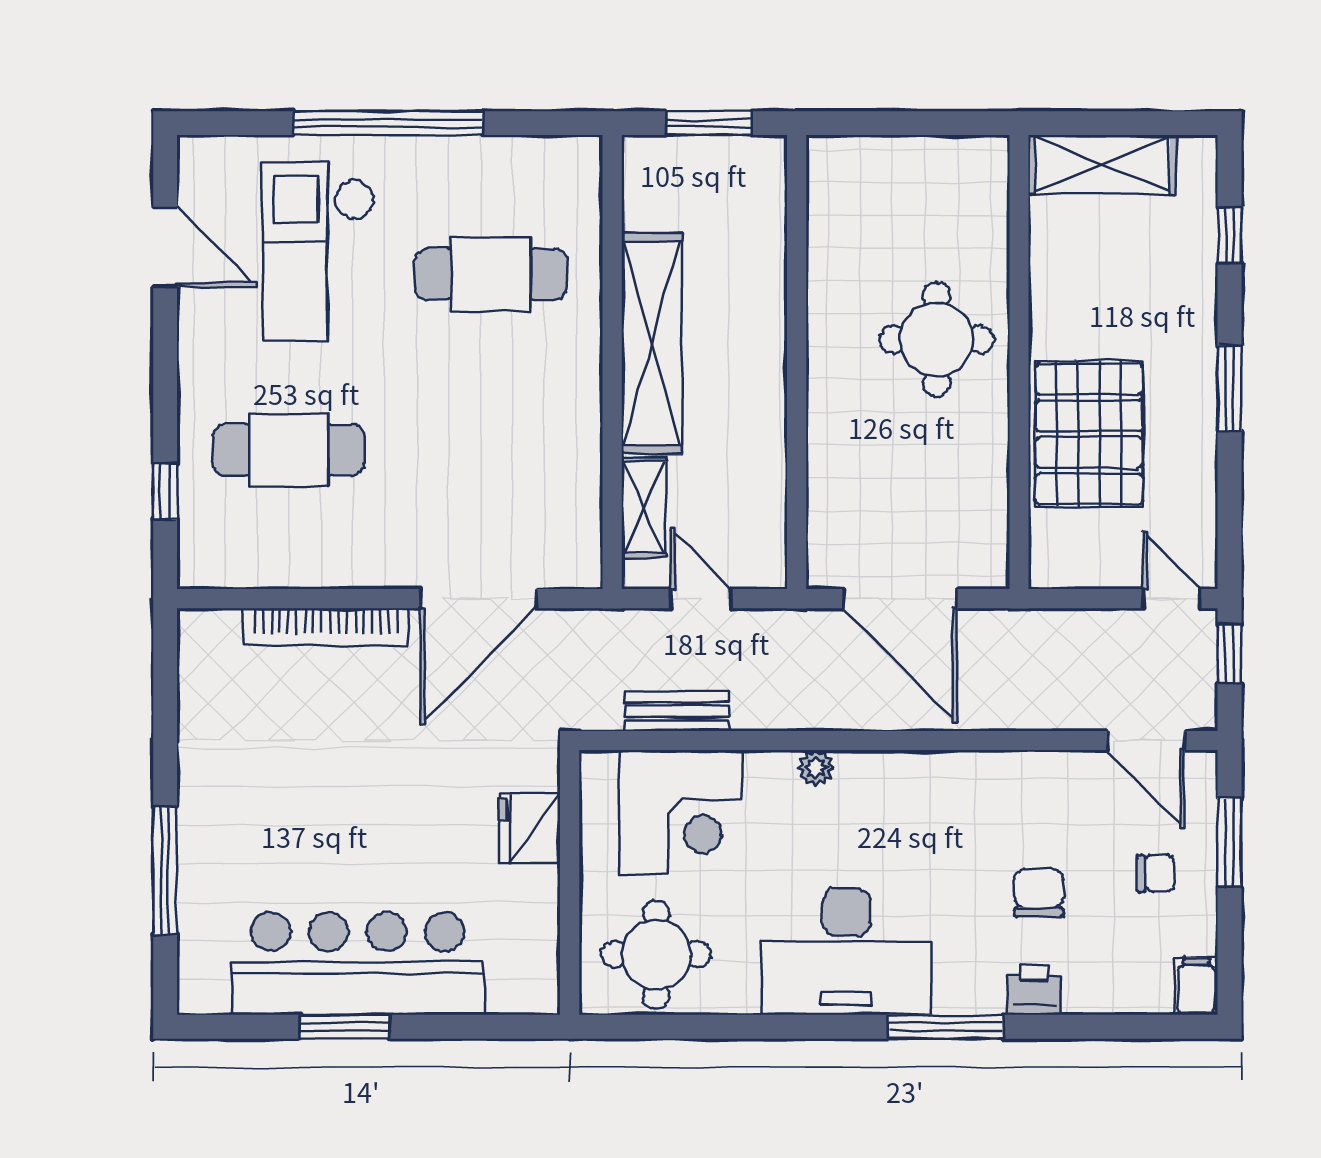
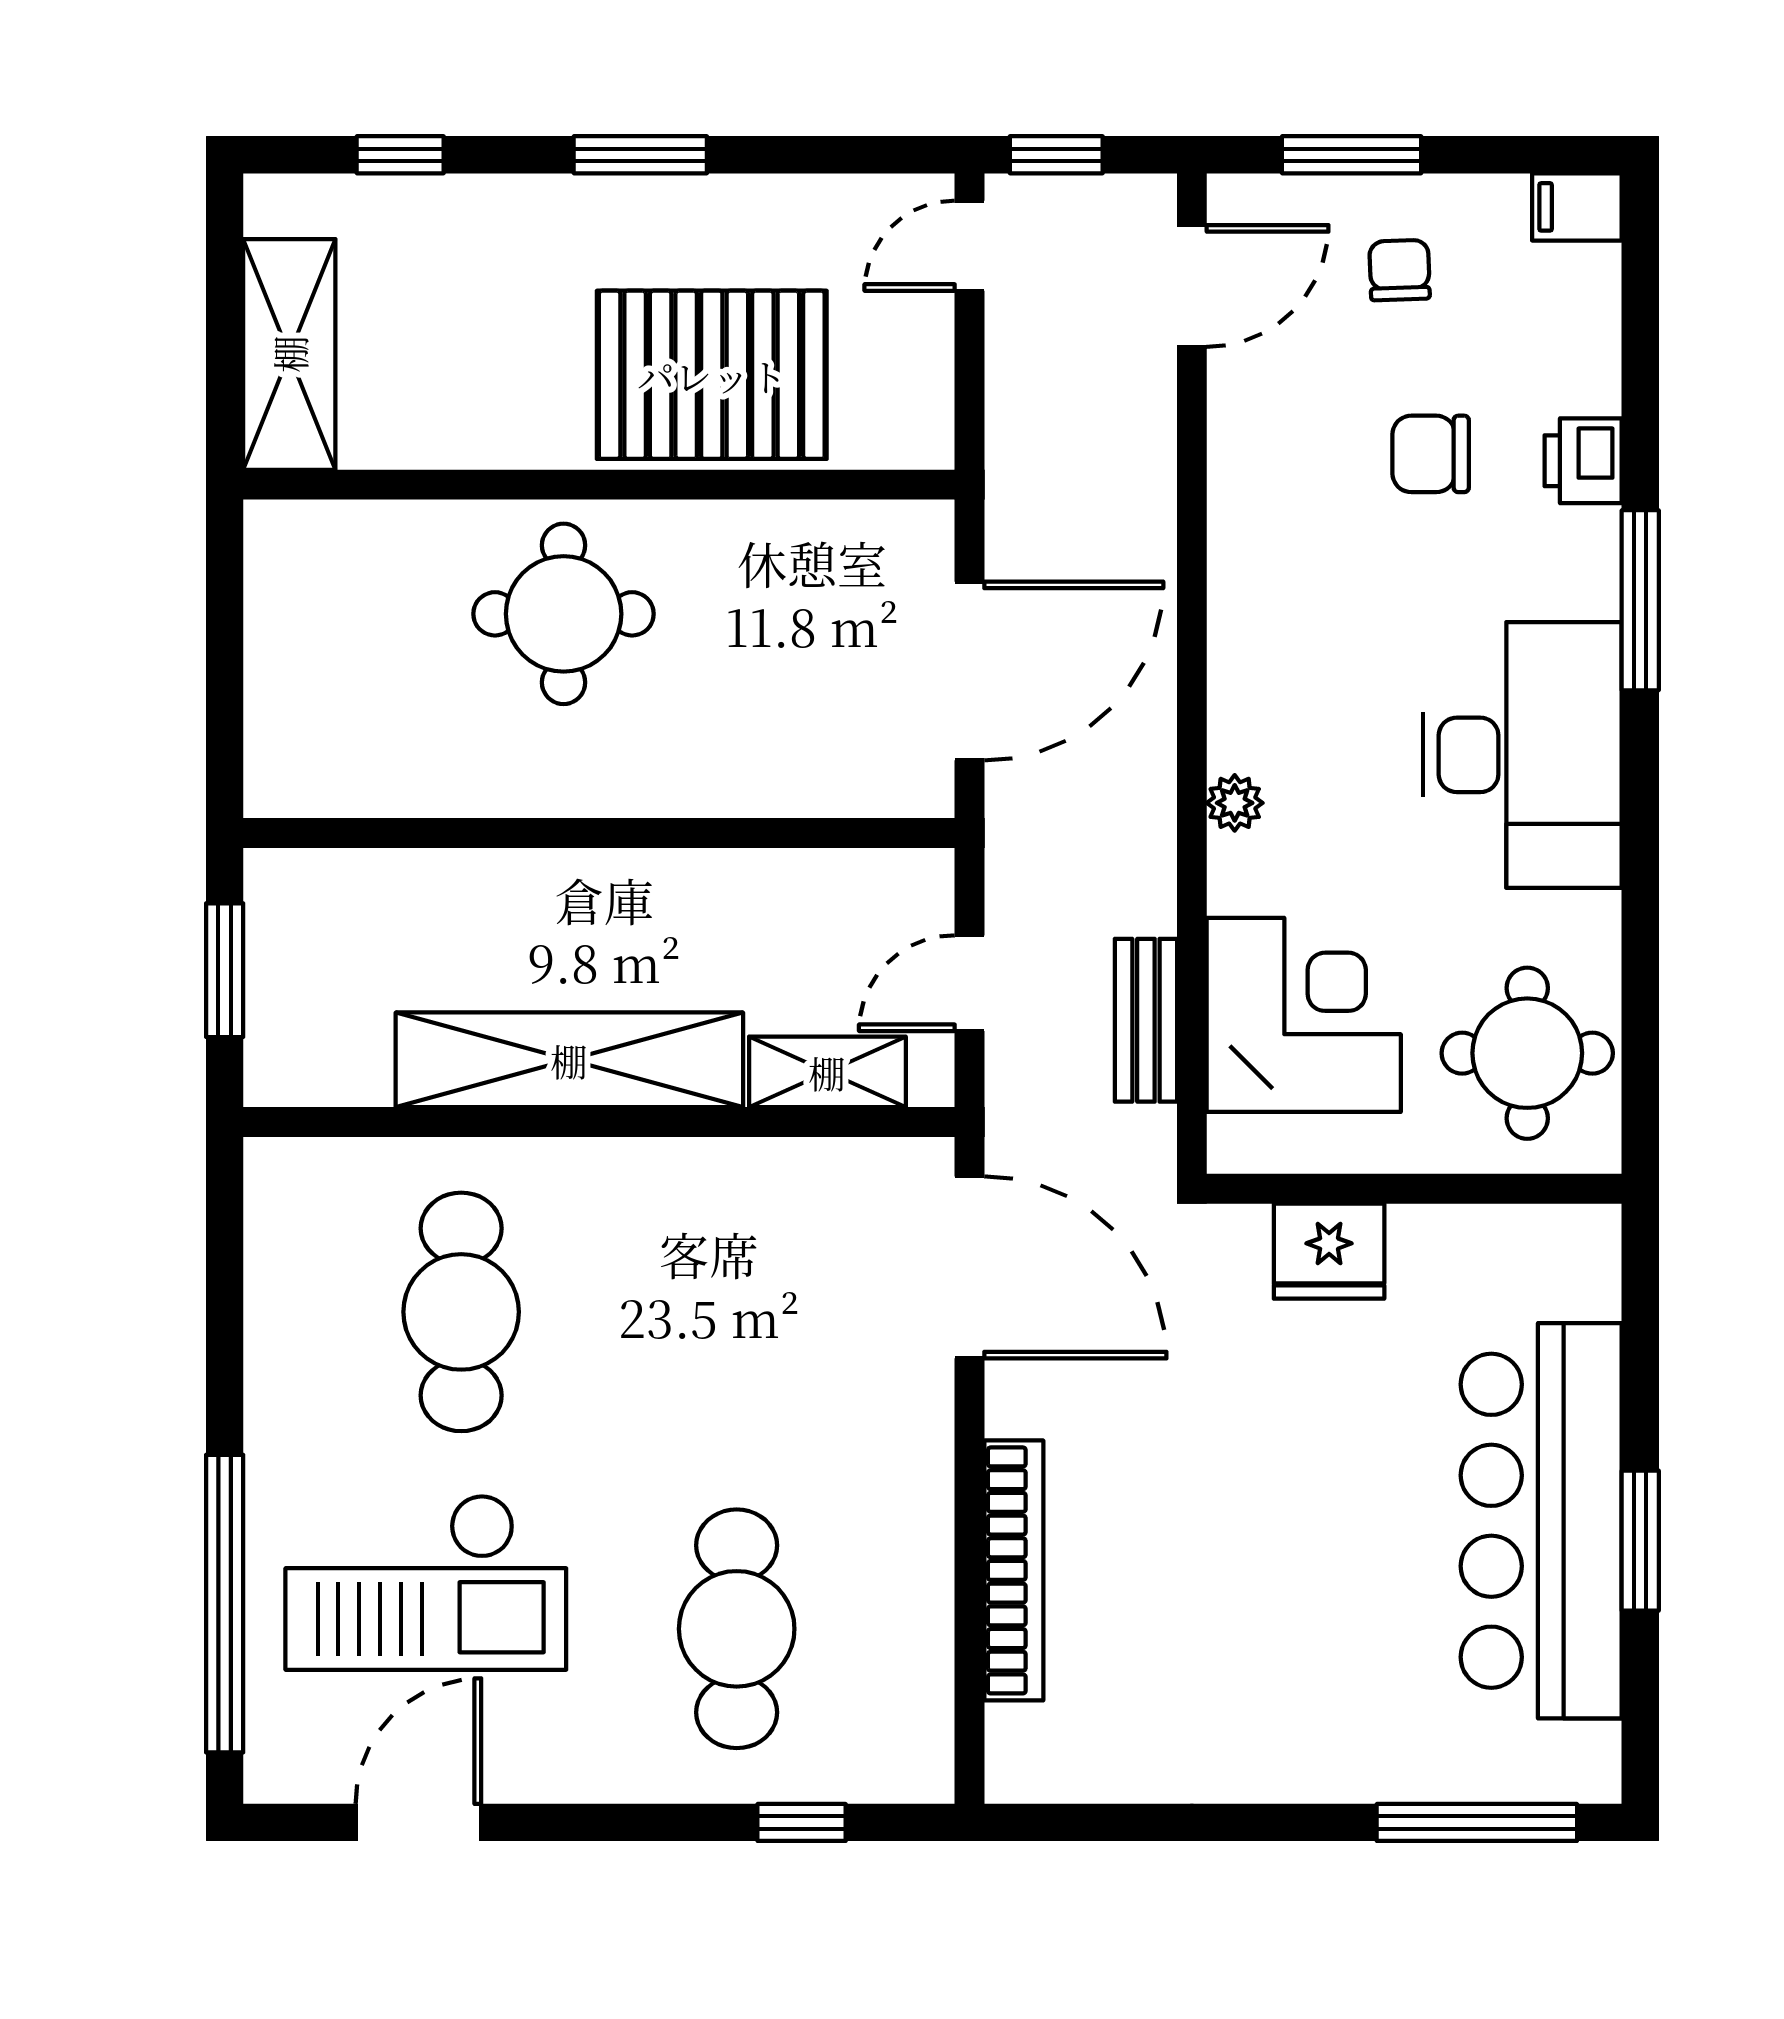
window: (388, 123) -> (225, 1604), moved
door: (478, 599) -> (969, 1267), moved
window: (165, 870) -> (1477, 1822), moved

